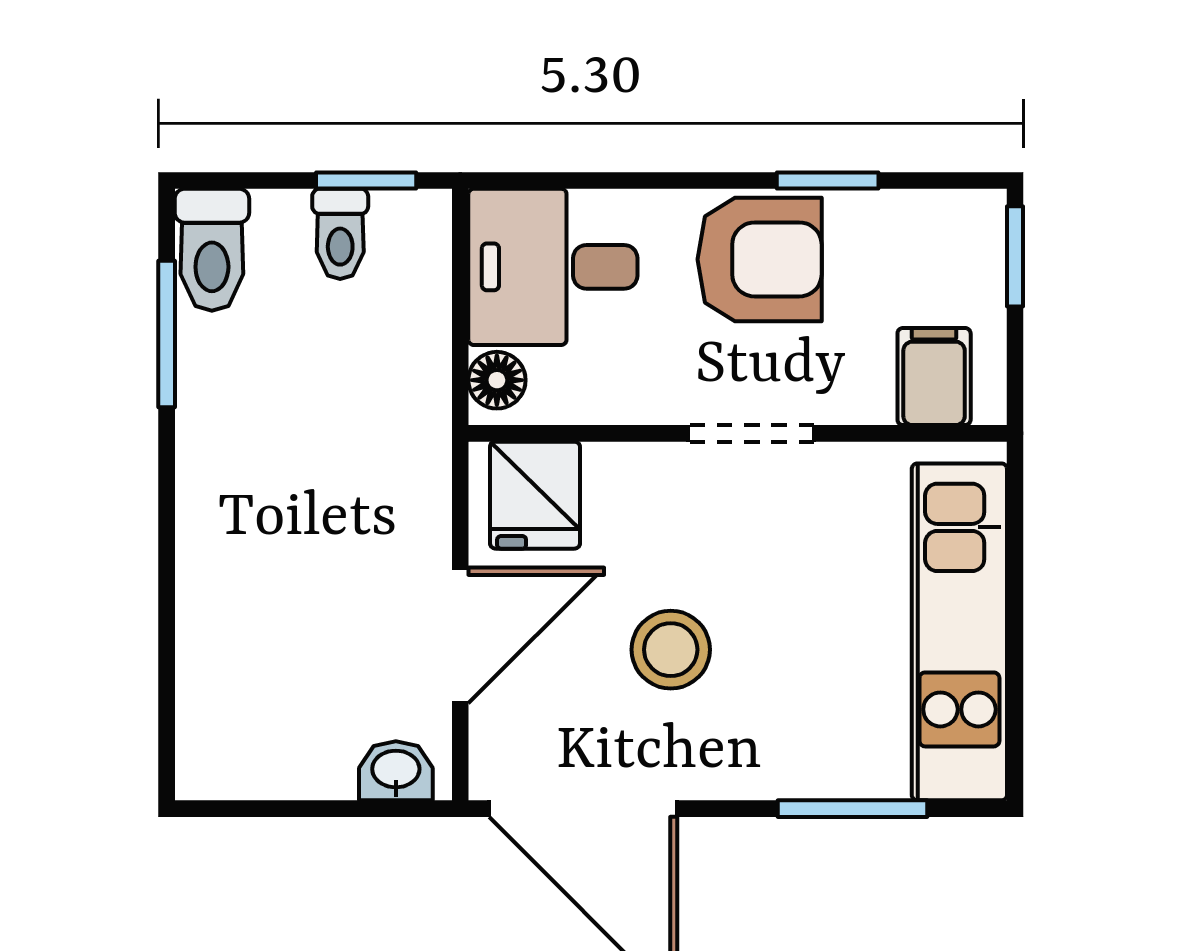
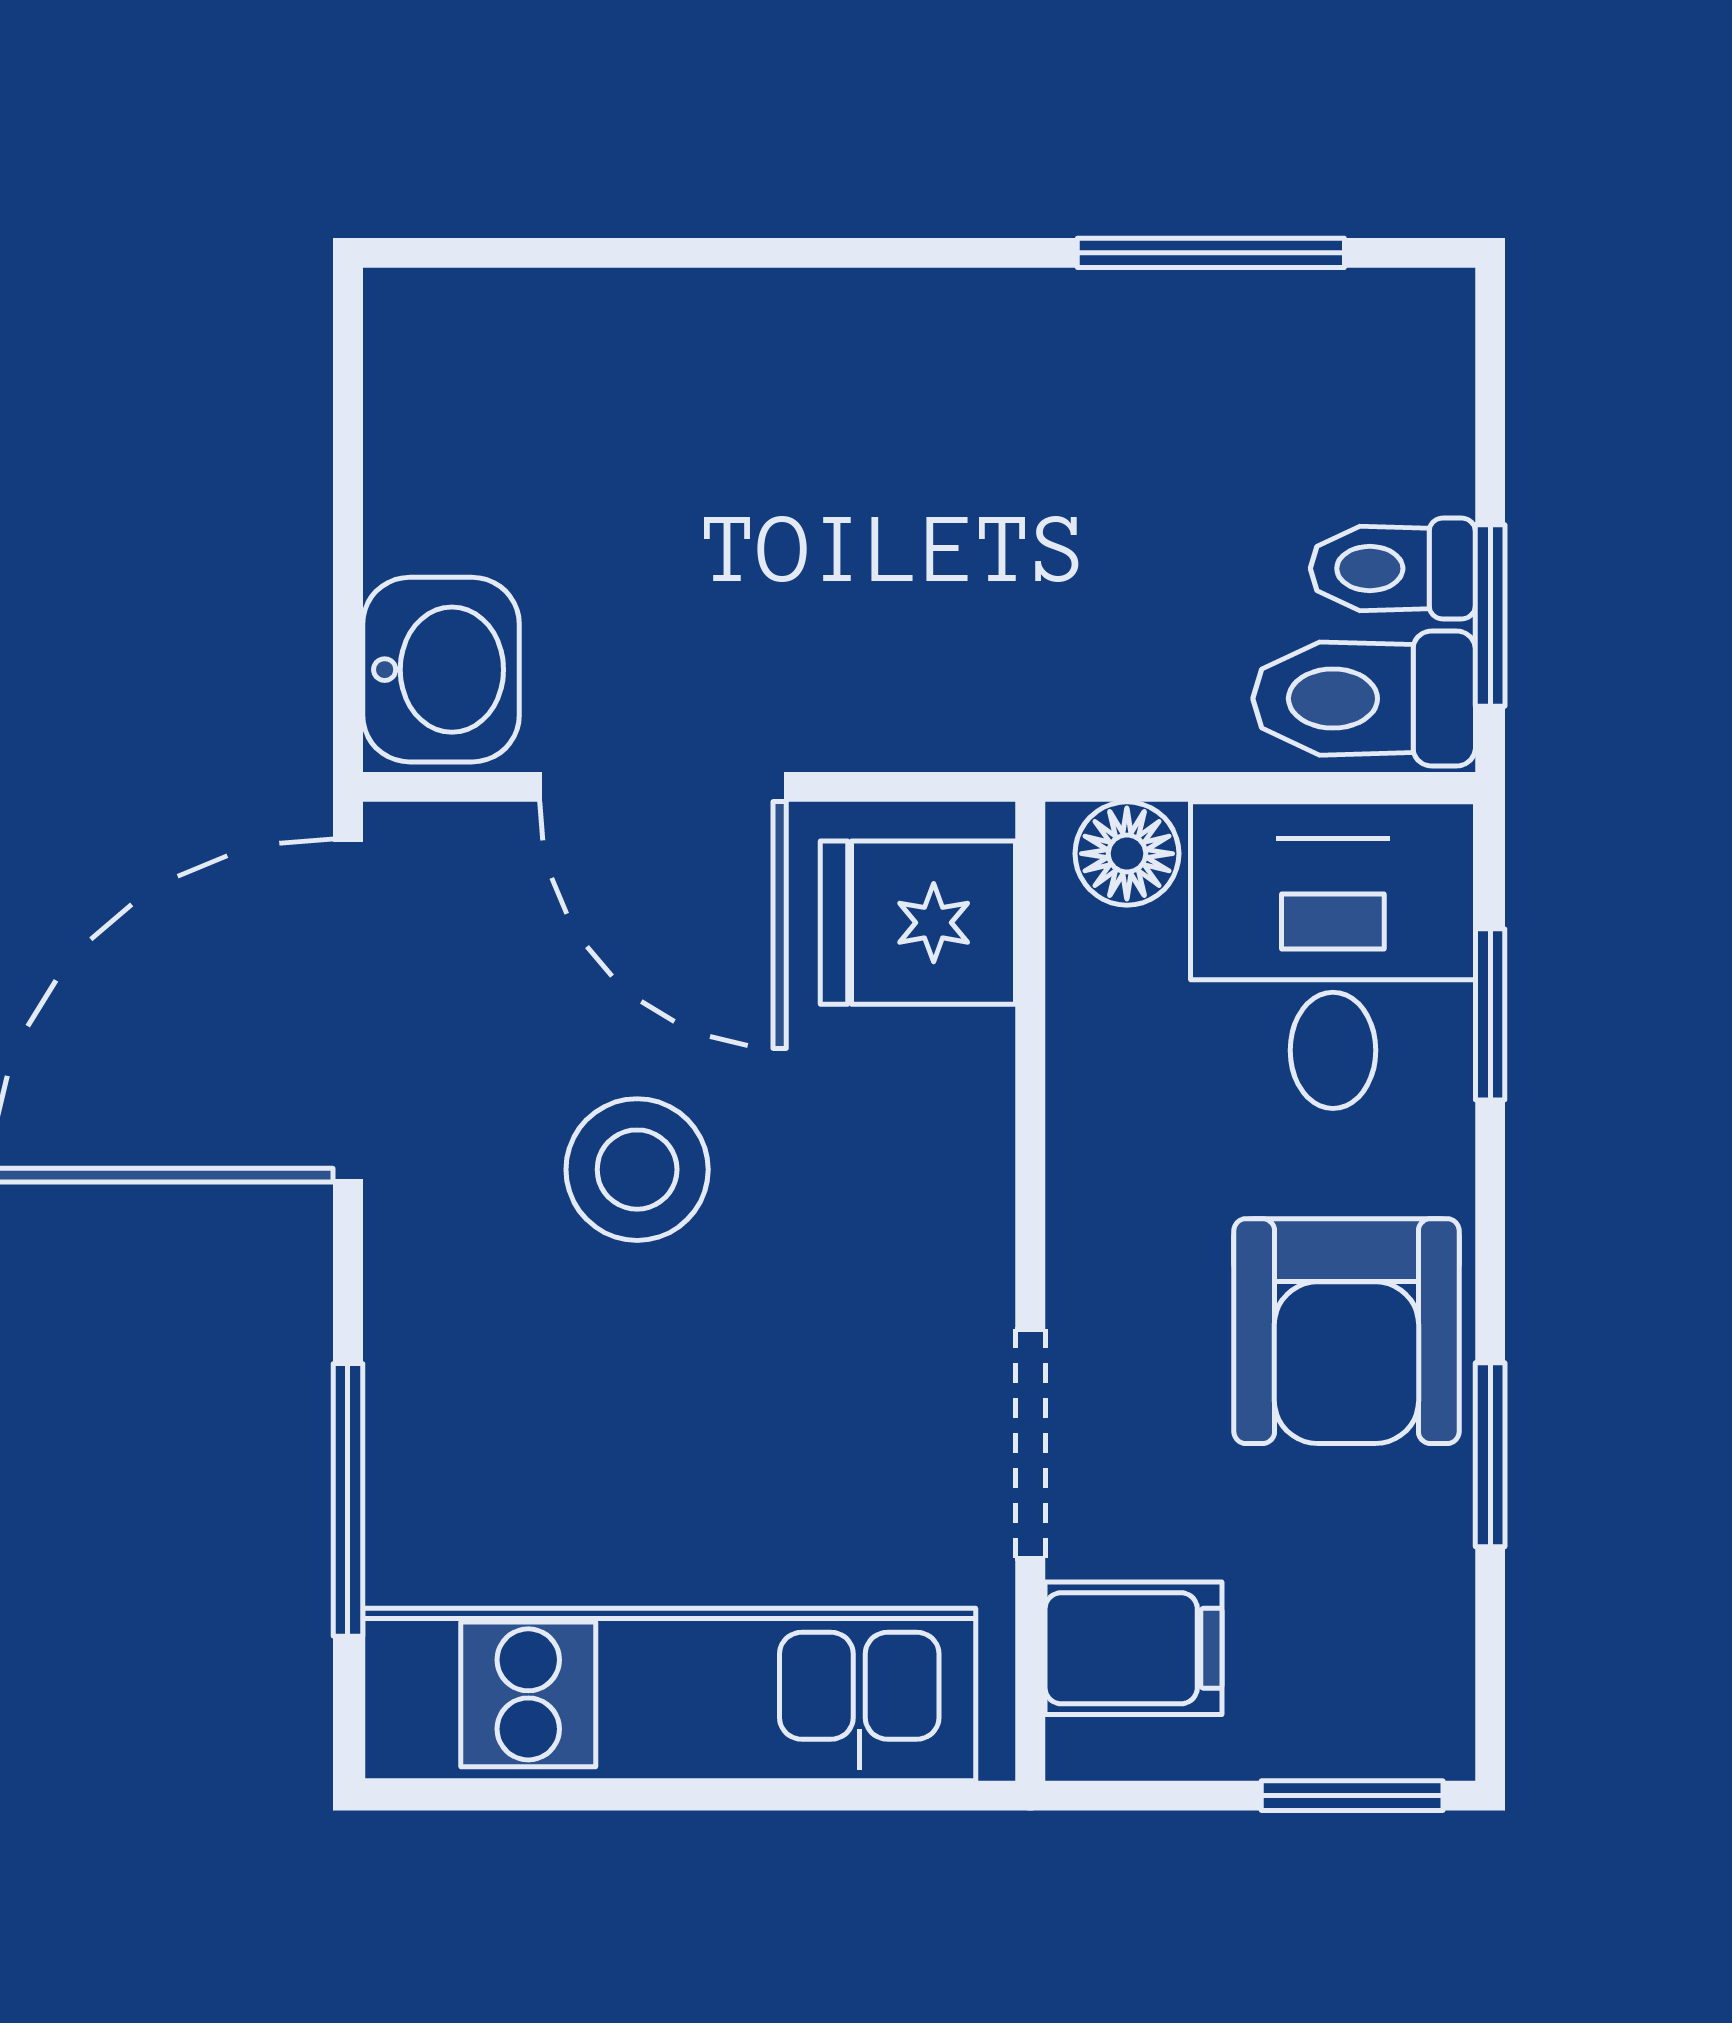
window: (585, 180) -> (1490, 1014), added
toilet: (212, 250) -> (1364, 699), moved
doorway: (751, 433) -> (1030, 1444), moved
washbasin: (396, 771) -> (441, 670), width x1.38, depth x1.45

